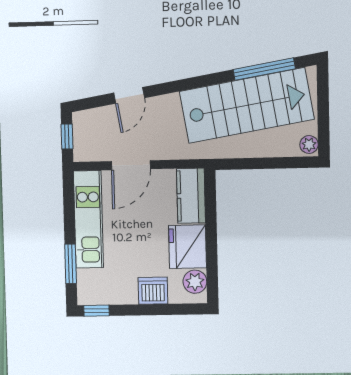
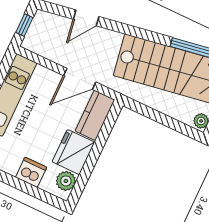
door: (131, 165) -> (80, 79), moved

